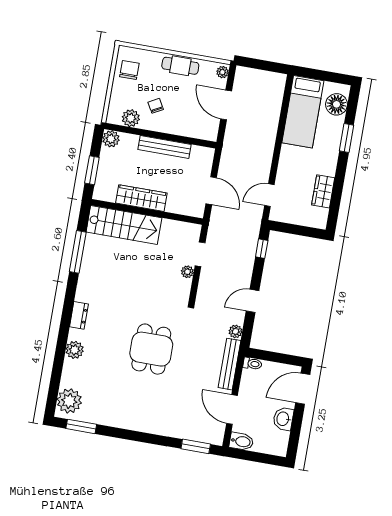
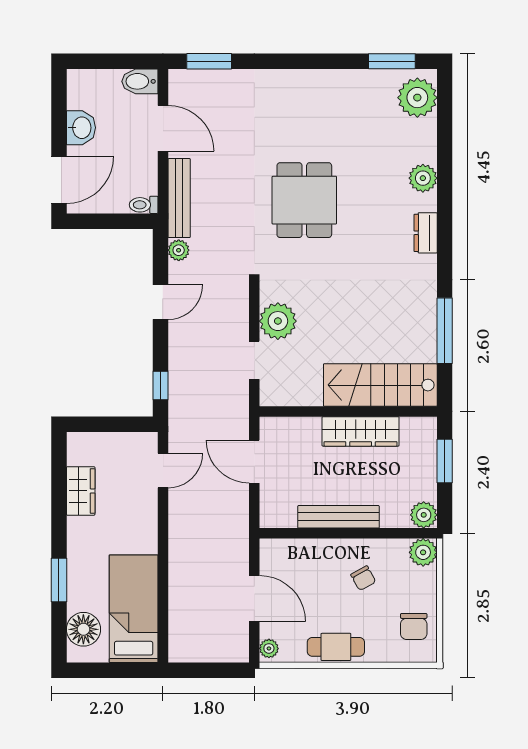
plant: (131, 118) -> (423, 552), moved
plant: (187, 272) -> (278, 321), width x1.88, depth x1.88

